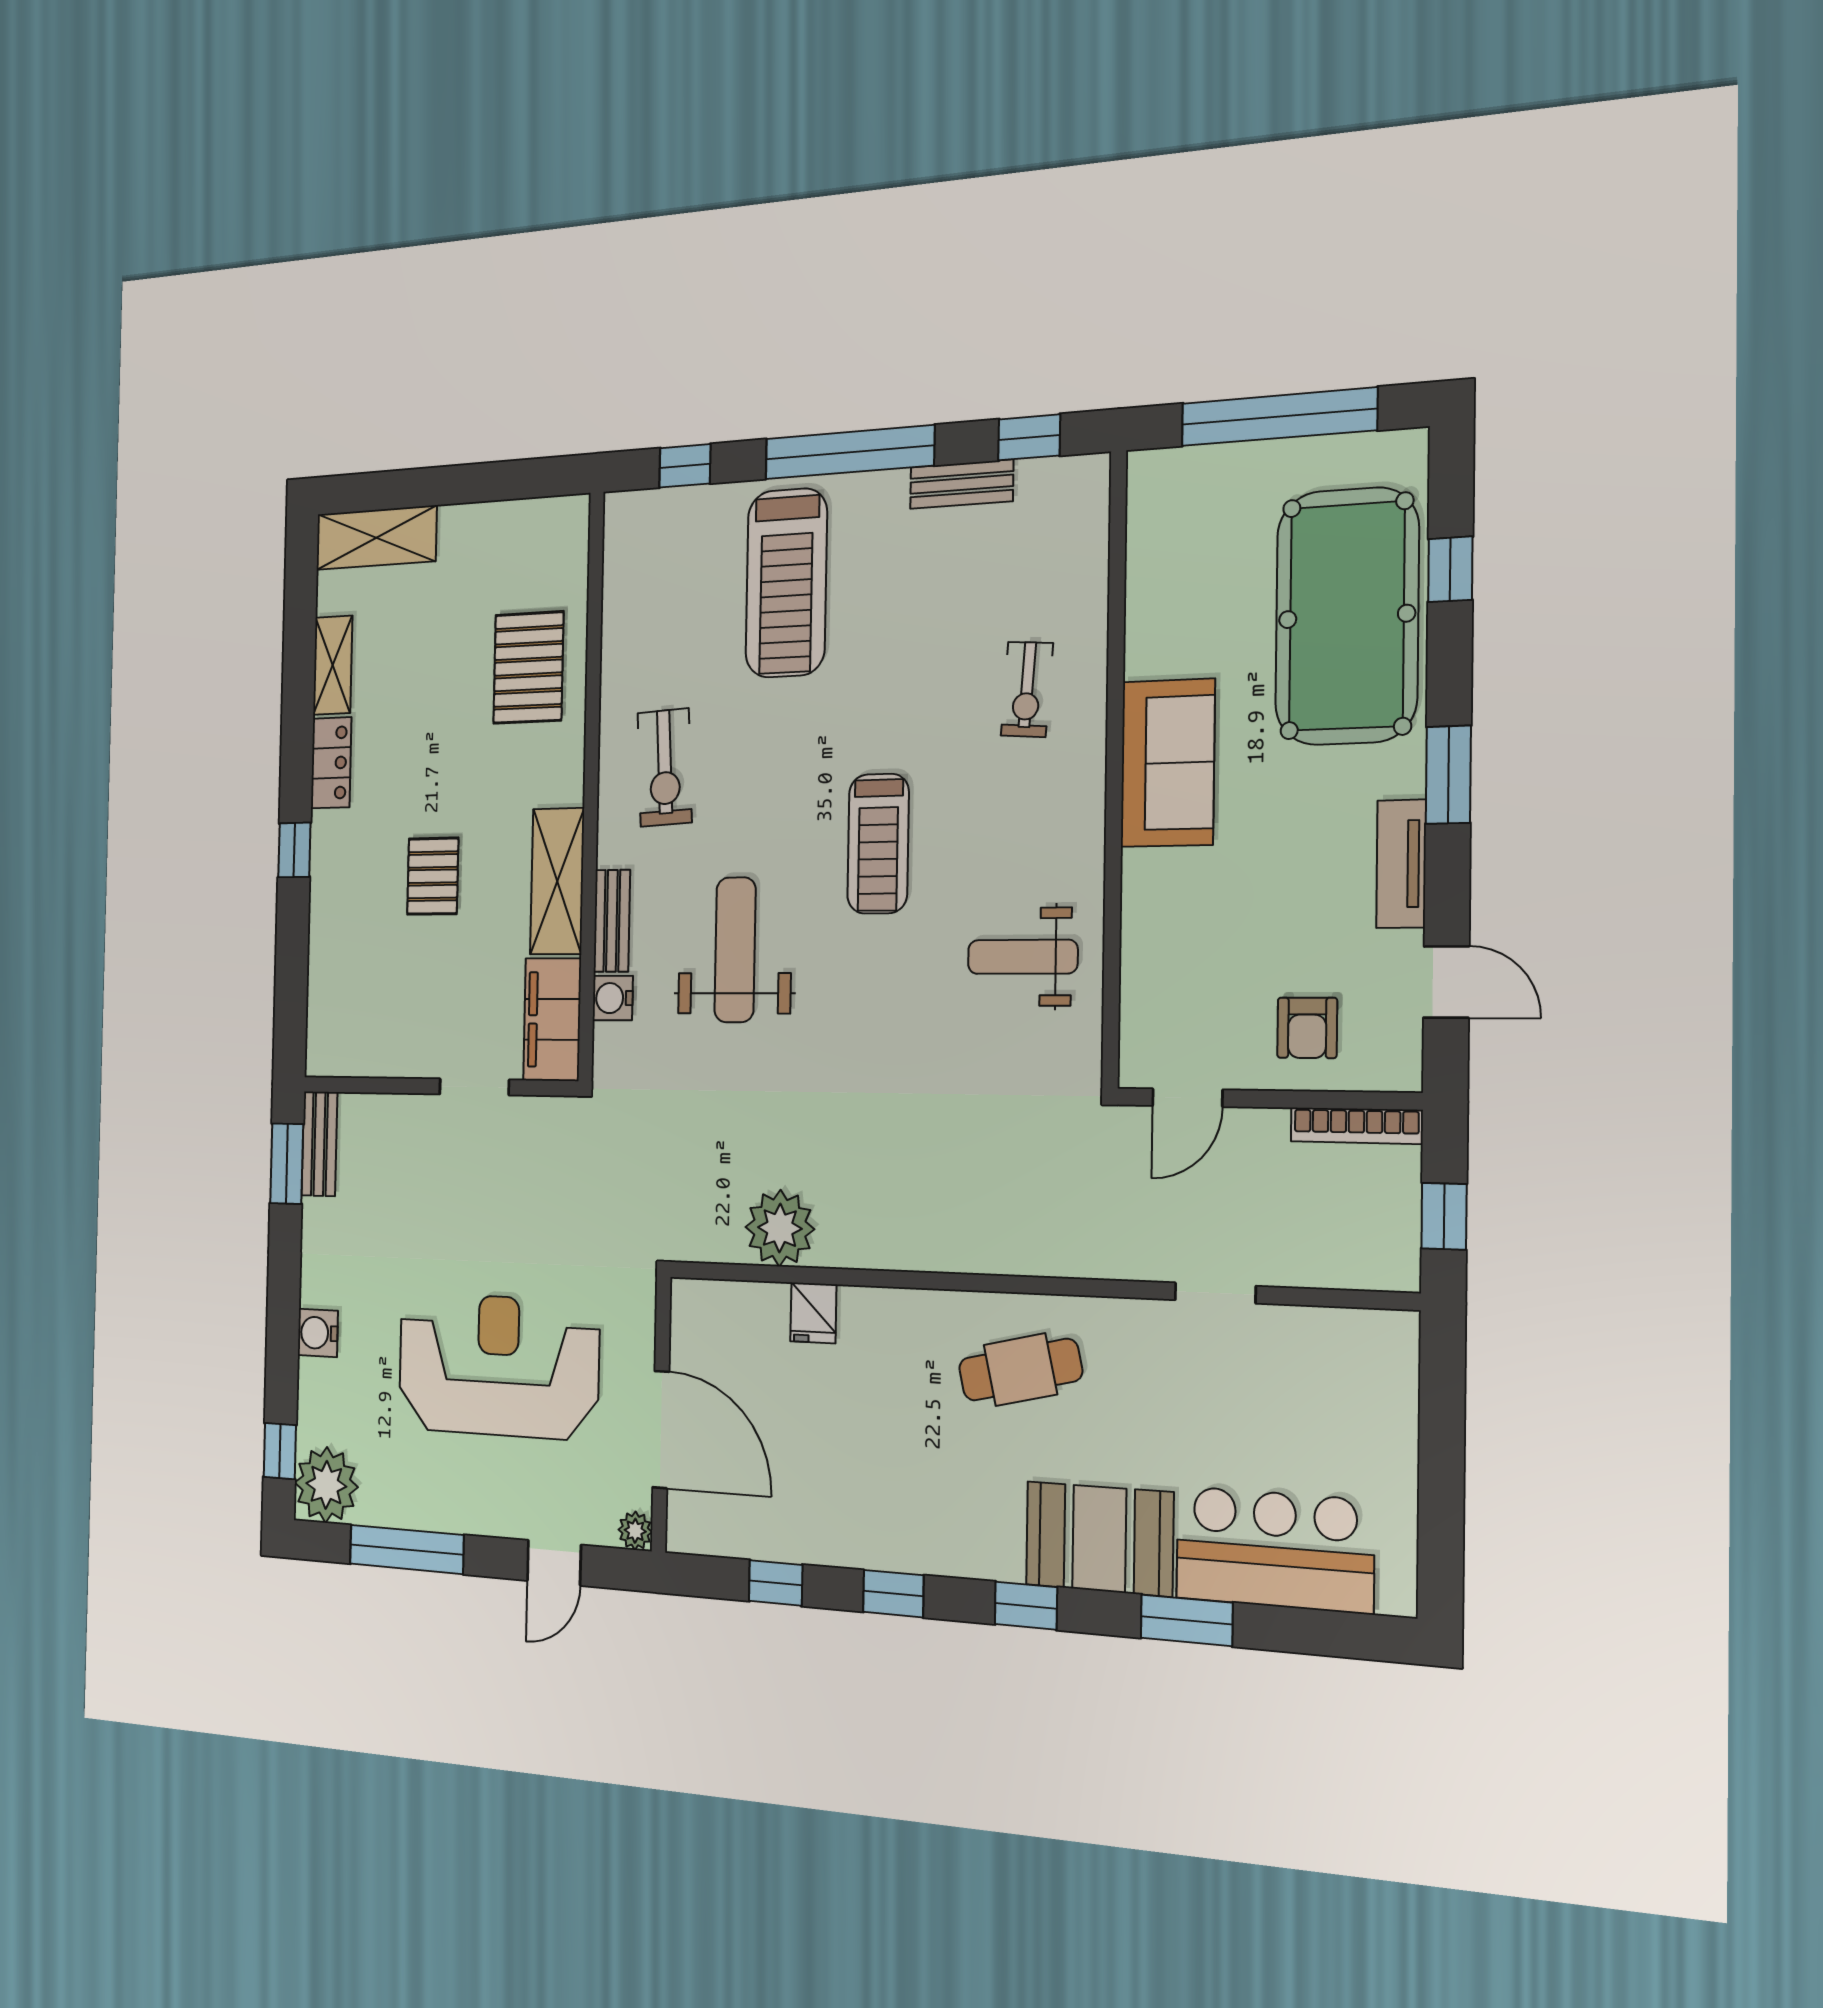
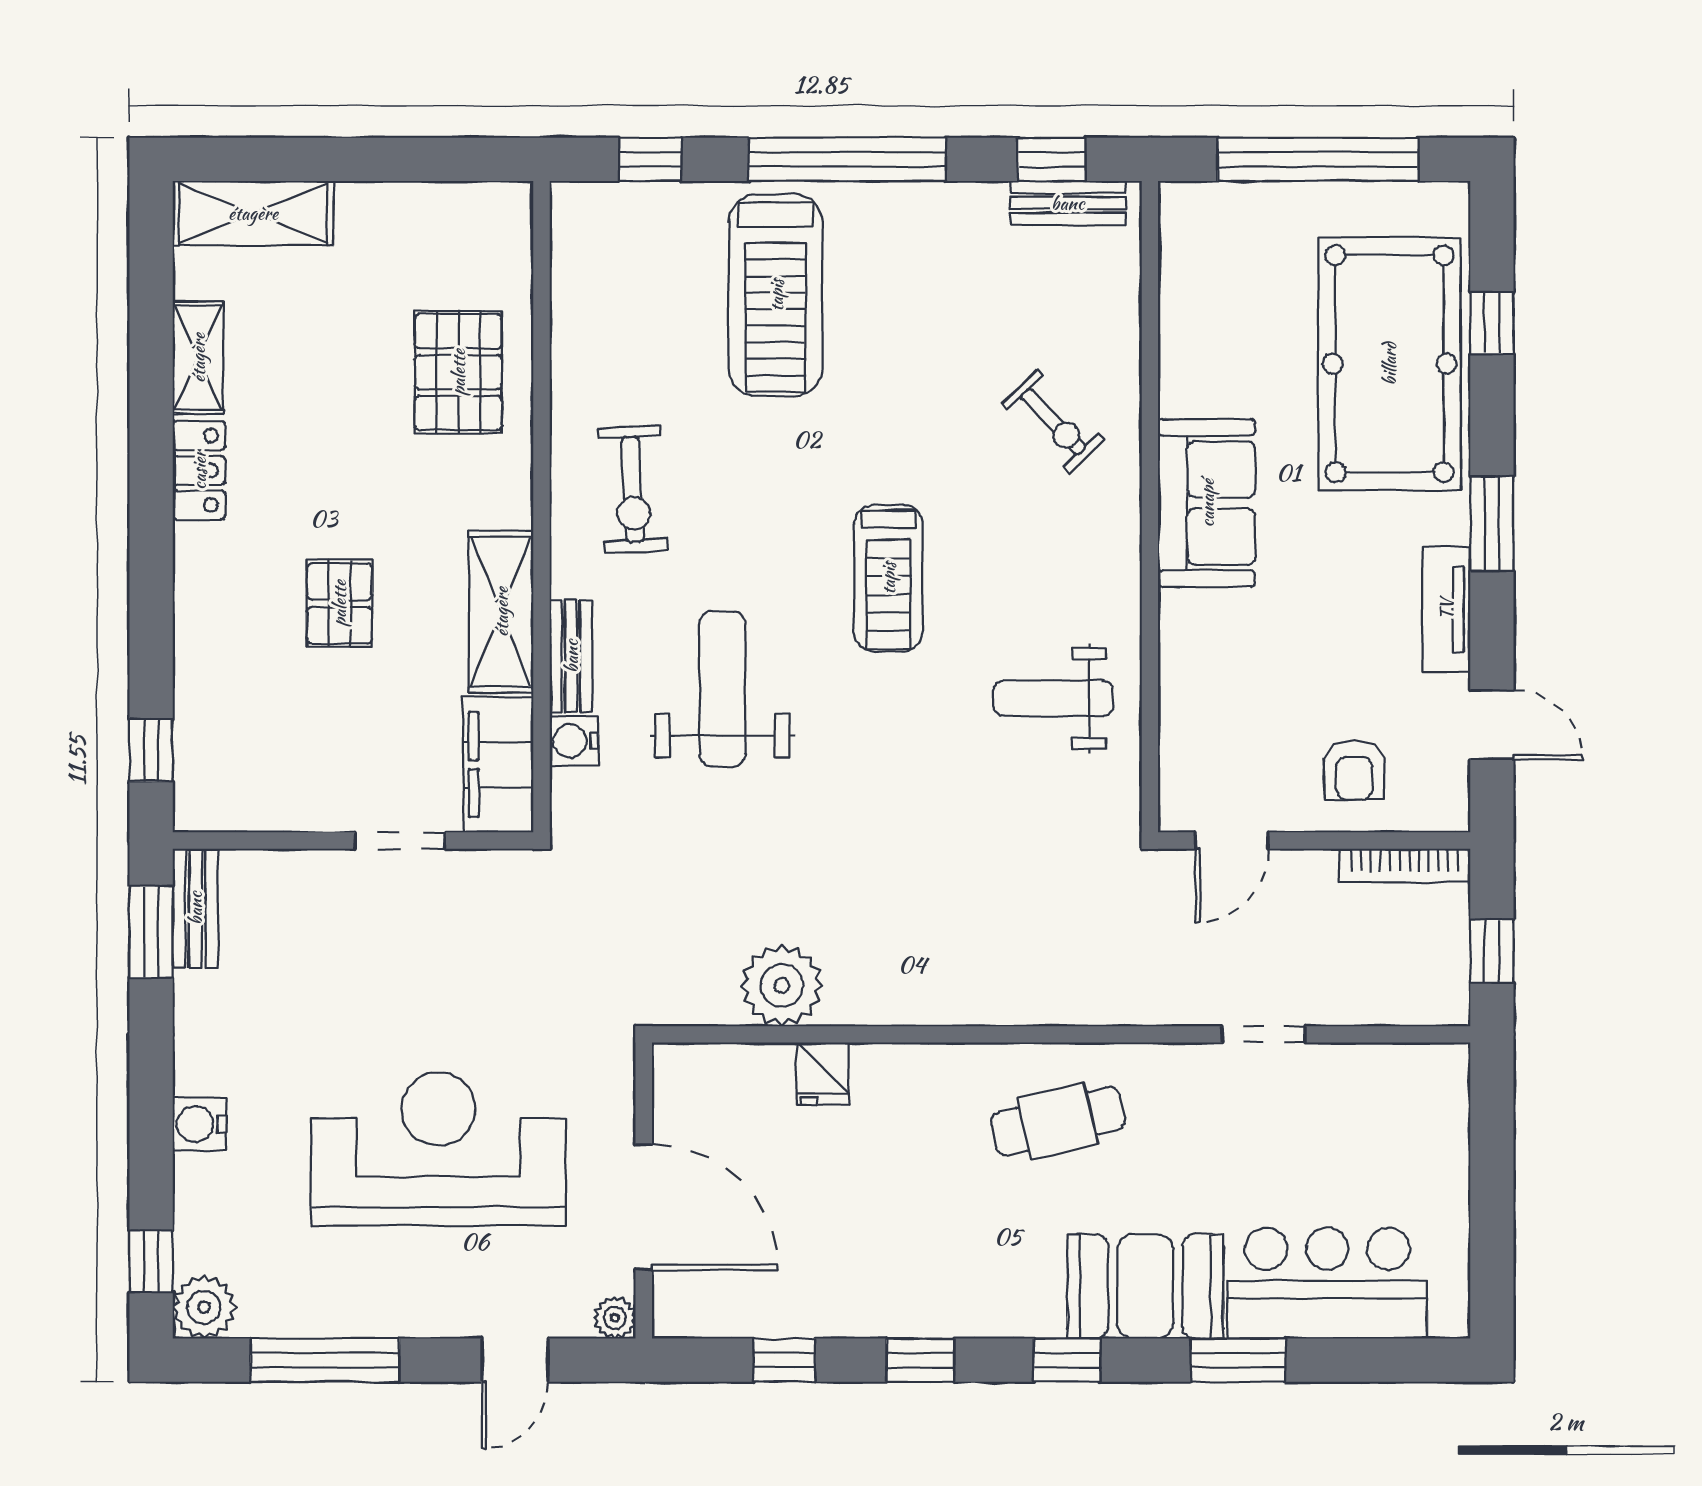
bench: (962, 484) -> (1068, 203), moved
exercise bike: (1027, 689) -> (1053, 422), turned -48
window: (294, 850) -> (151, 750), moved
plant: (326, 1485) -> (204, 1307), width x0.73, depth x0.73

